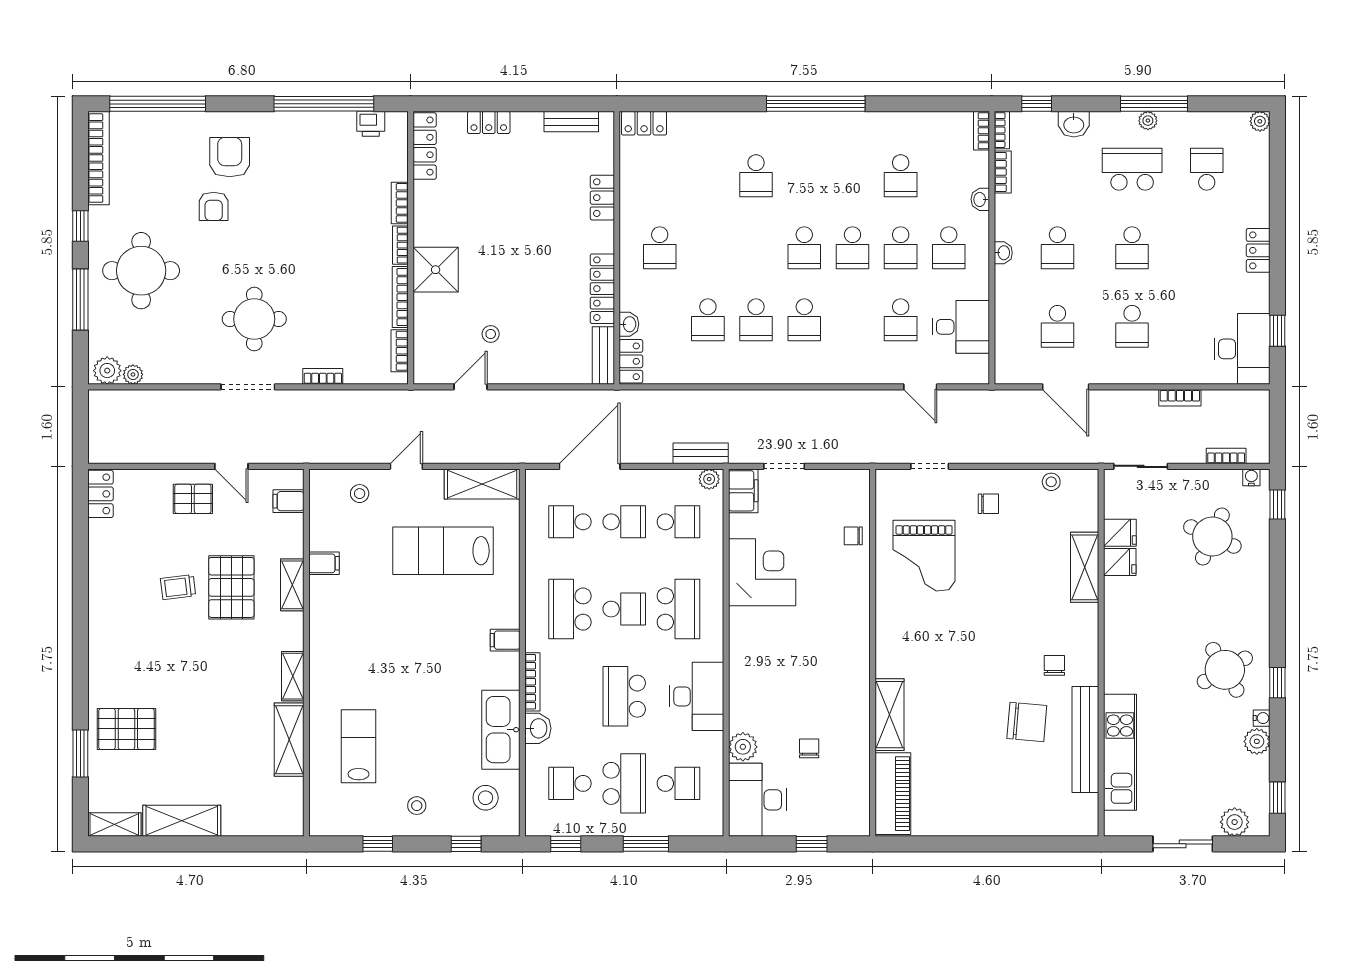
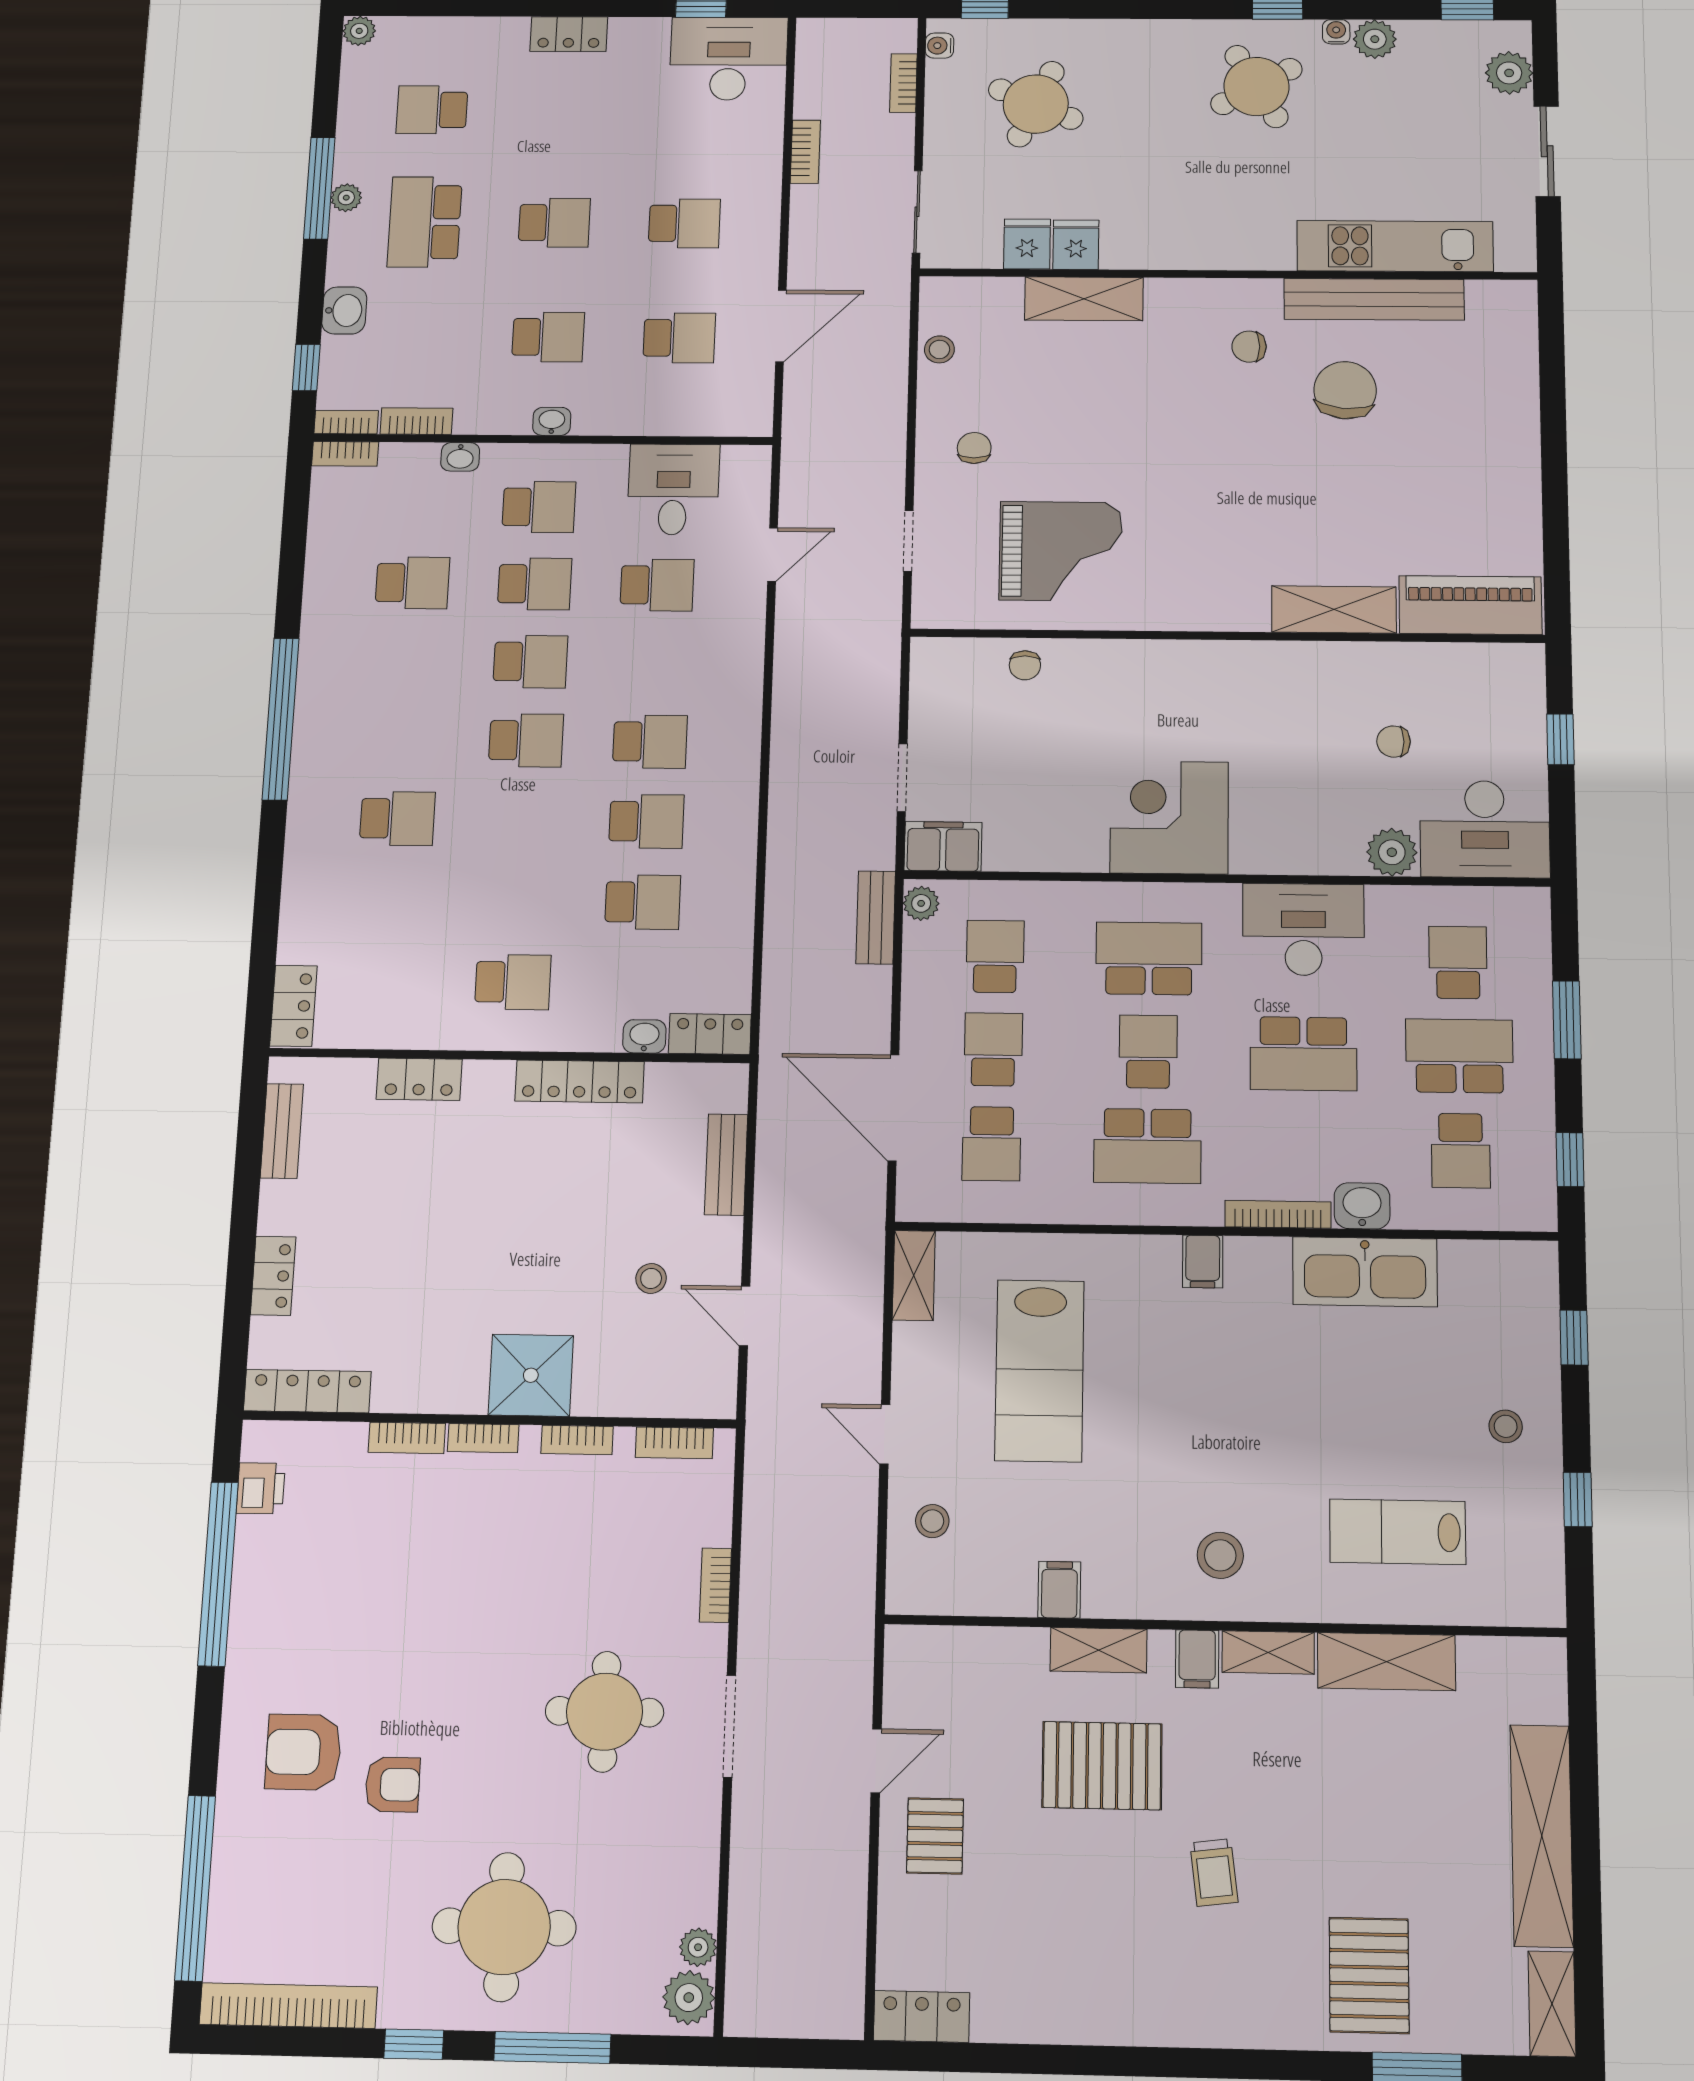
bookcase: (400, 297) -> (577, 1440), width x0.64
bench: (603, 356) -> (726, 1165), moved, turned 90
shelving: (482, 484) -> (914, 1275), width x0.67, depth x0.75
filing cabinet: (288, 501) -> (1197, 1659), moved
corner desk: (762, 572) -> (1169, 817), moved
trolley: (178, 587) -> (1214, 1872), moved
stool: (486, 798) -> (1220, 1555), moved
shelving: (182, 821) -> (1542, 1836), width x1.47

